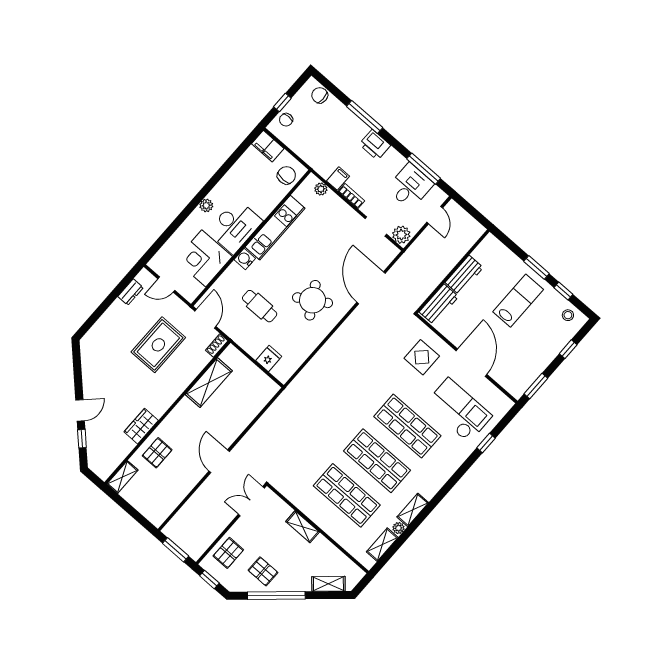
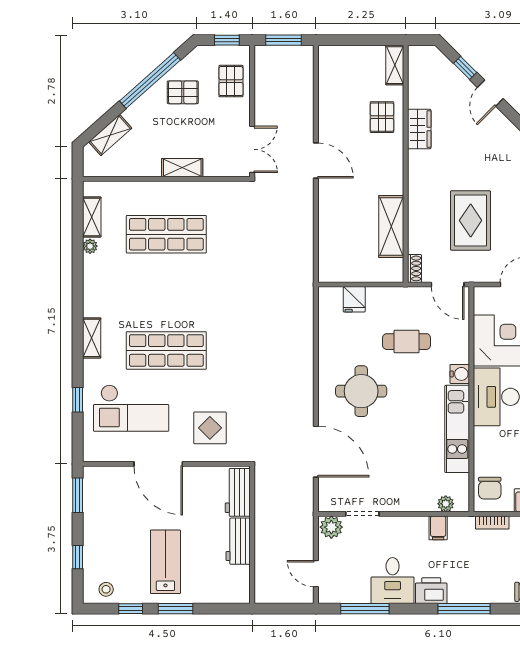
desk: (410, 186) -> (393, 581), moved
bookcase: (351, 196) -> (492, 523), moved
round table: (313, 300) -> (361, 391), turned 31
lab bench: (518, 301) -> (165, 562), turned 180
shop shelf: (377, 461) -> (166, 292), removed
shelving: (413, 510) -> (92, 338), moved

